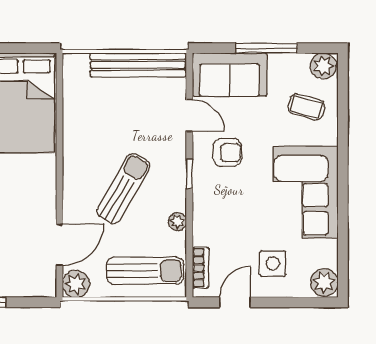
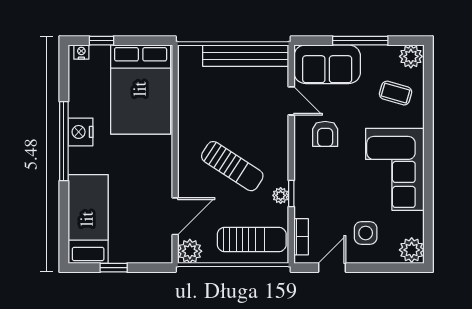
armchair: (227, 153) -> (325, 134), turned 90
window: (189, 174) -> (291, 194), moved
sun lounger: (123, 189) -> (232, 166), turned 93

